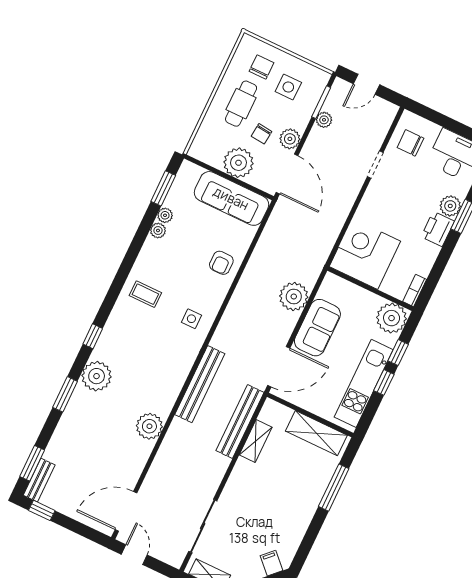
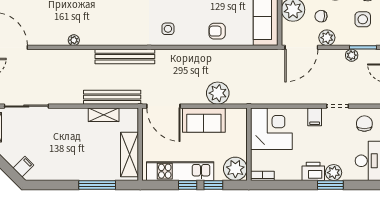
filing cabinet: (375, 197) -> (315, 117), added
plant: (149, 426) -> (74, 40), width x0.53, depth x0.53

